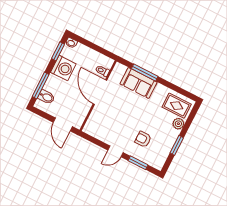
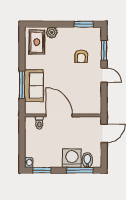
washing machine: (63, 68) -> (72, 158), moved
door: (100, 92) -> (59, 115), swing flipped
window: (177, 145) -> (84, 24), moved

